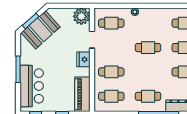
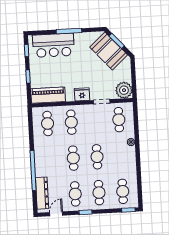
cafe table: (148, 96) -> (73, 158), moved

